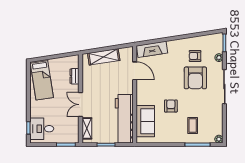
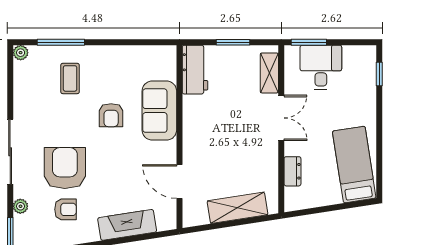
fireplace: (152, 49) -> (127, 225), moved
workbench: (124, 119) -> (195, 70), width x0.53, depth x0.76
sofa: (145, 121) -> (159, 111), moved
desk: (42, 129) -> (321, 67), moved, turned -90

